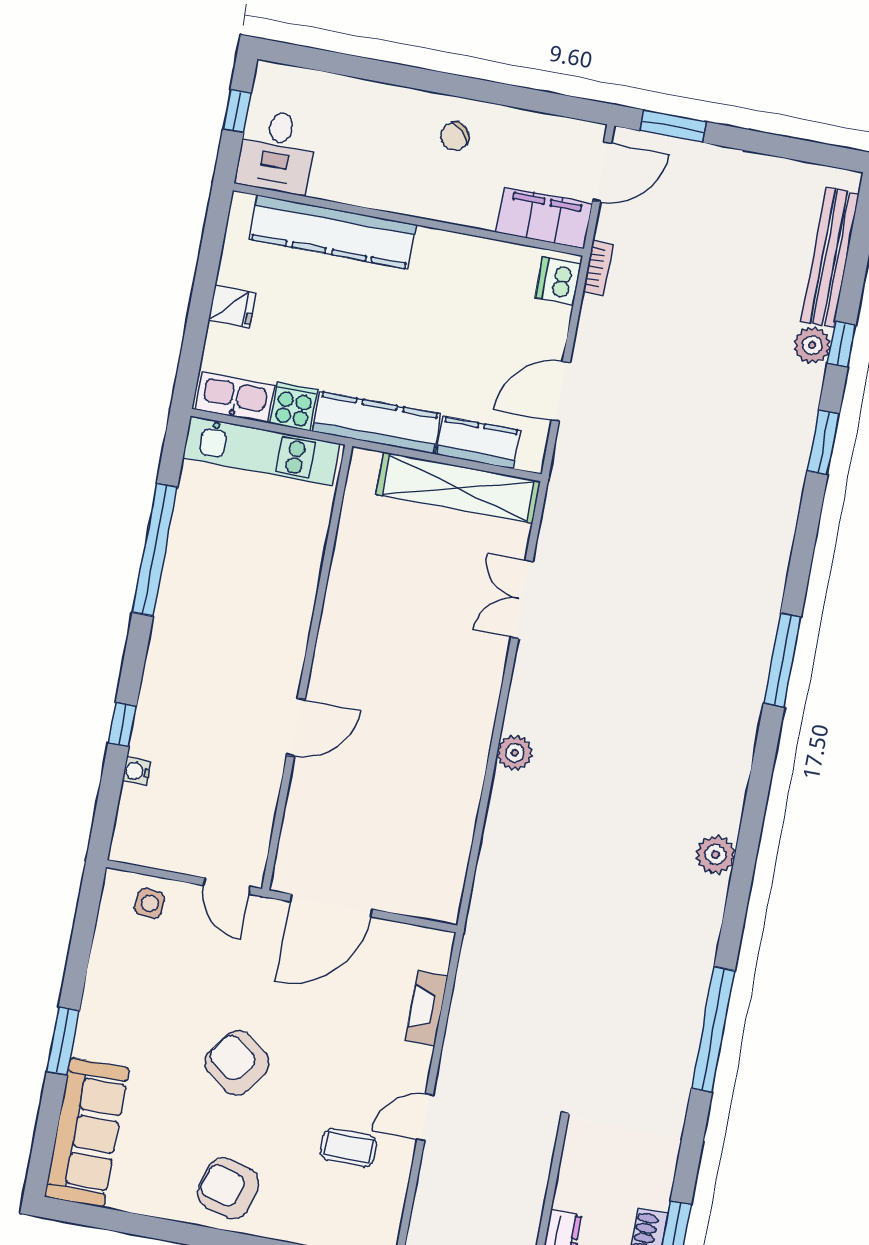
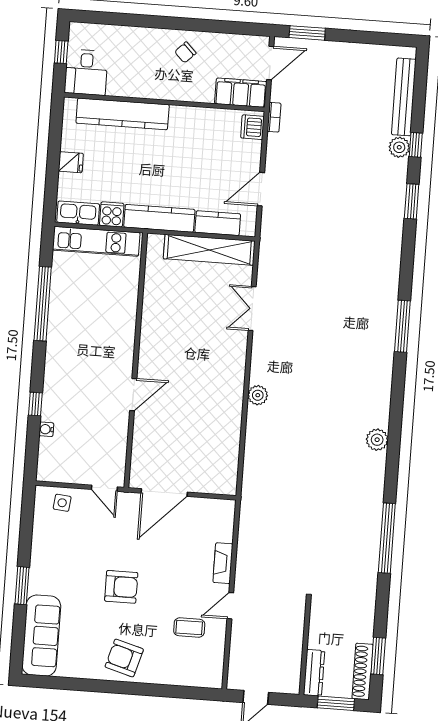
fireplace: (426, 1008) -> (223, 563), moved
armchair: (237, 1063) -> (121, 587), turned 143

